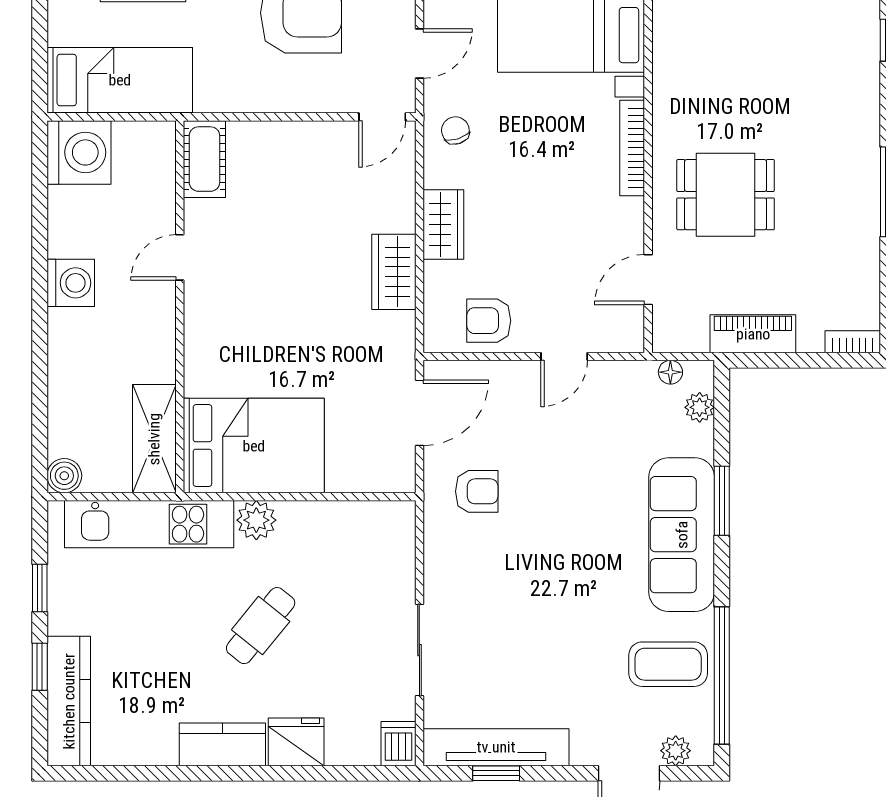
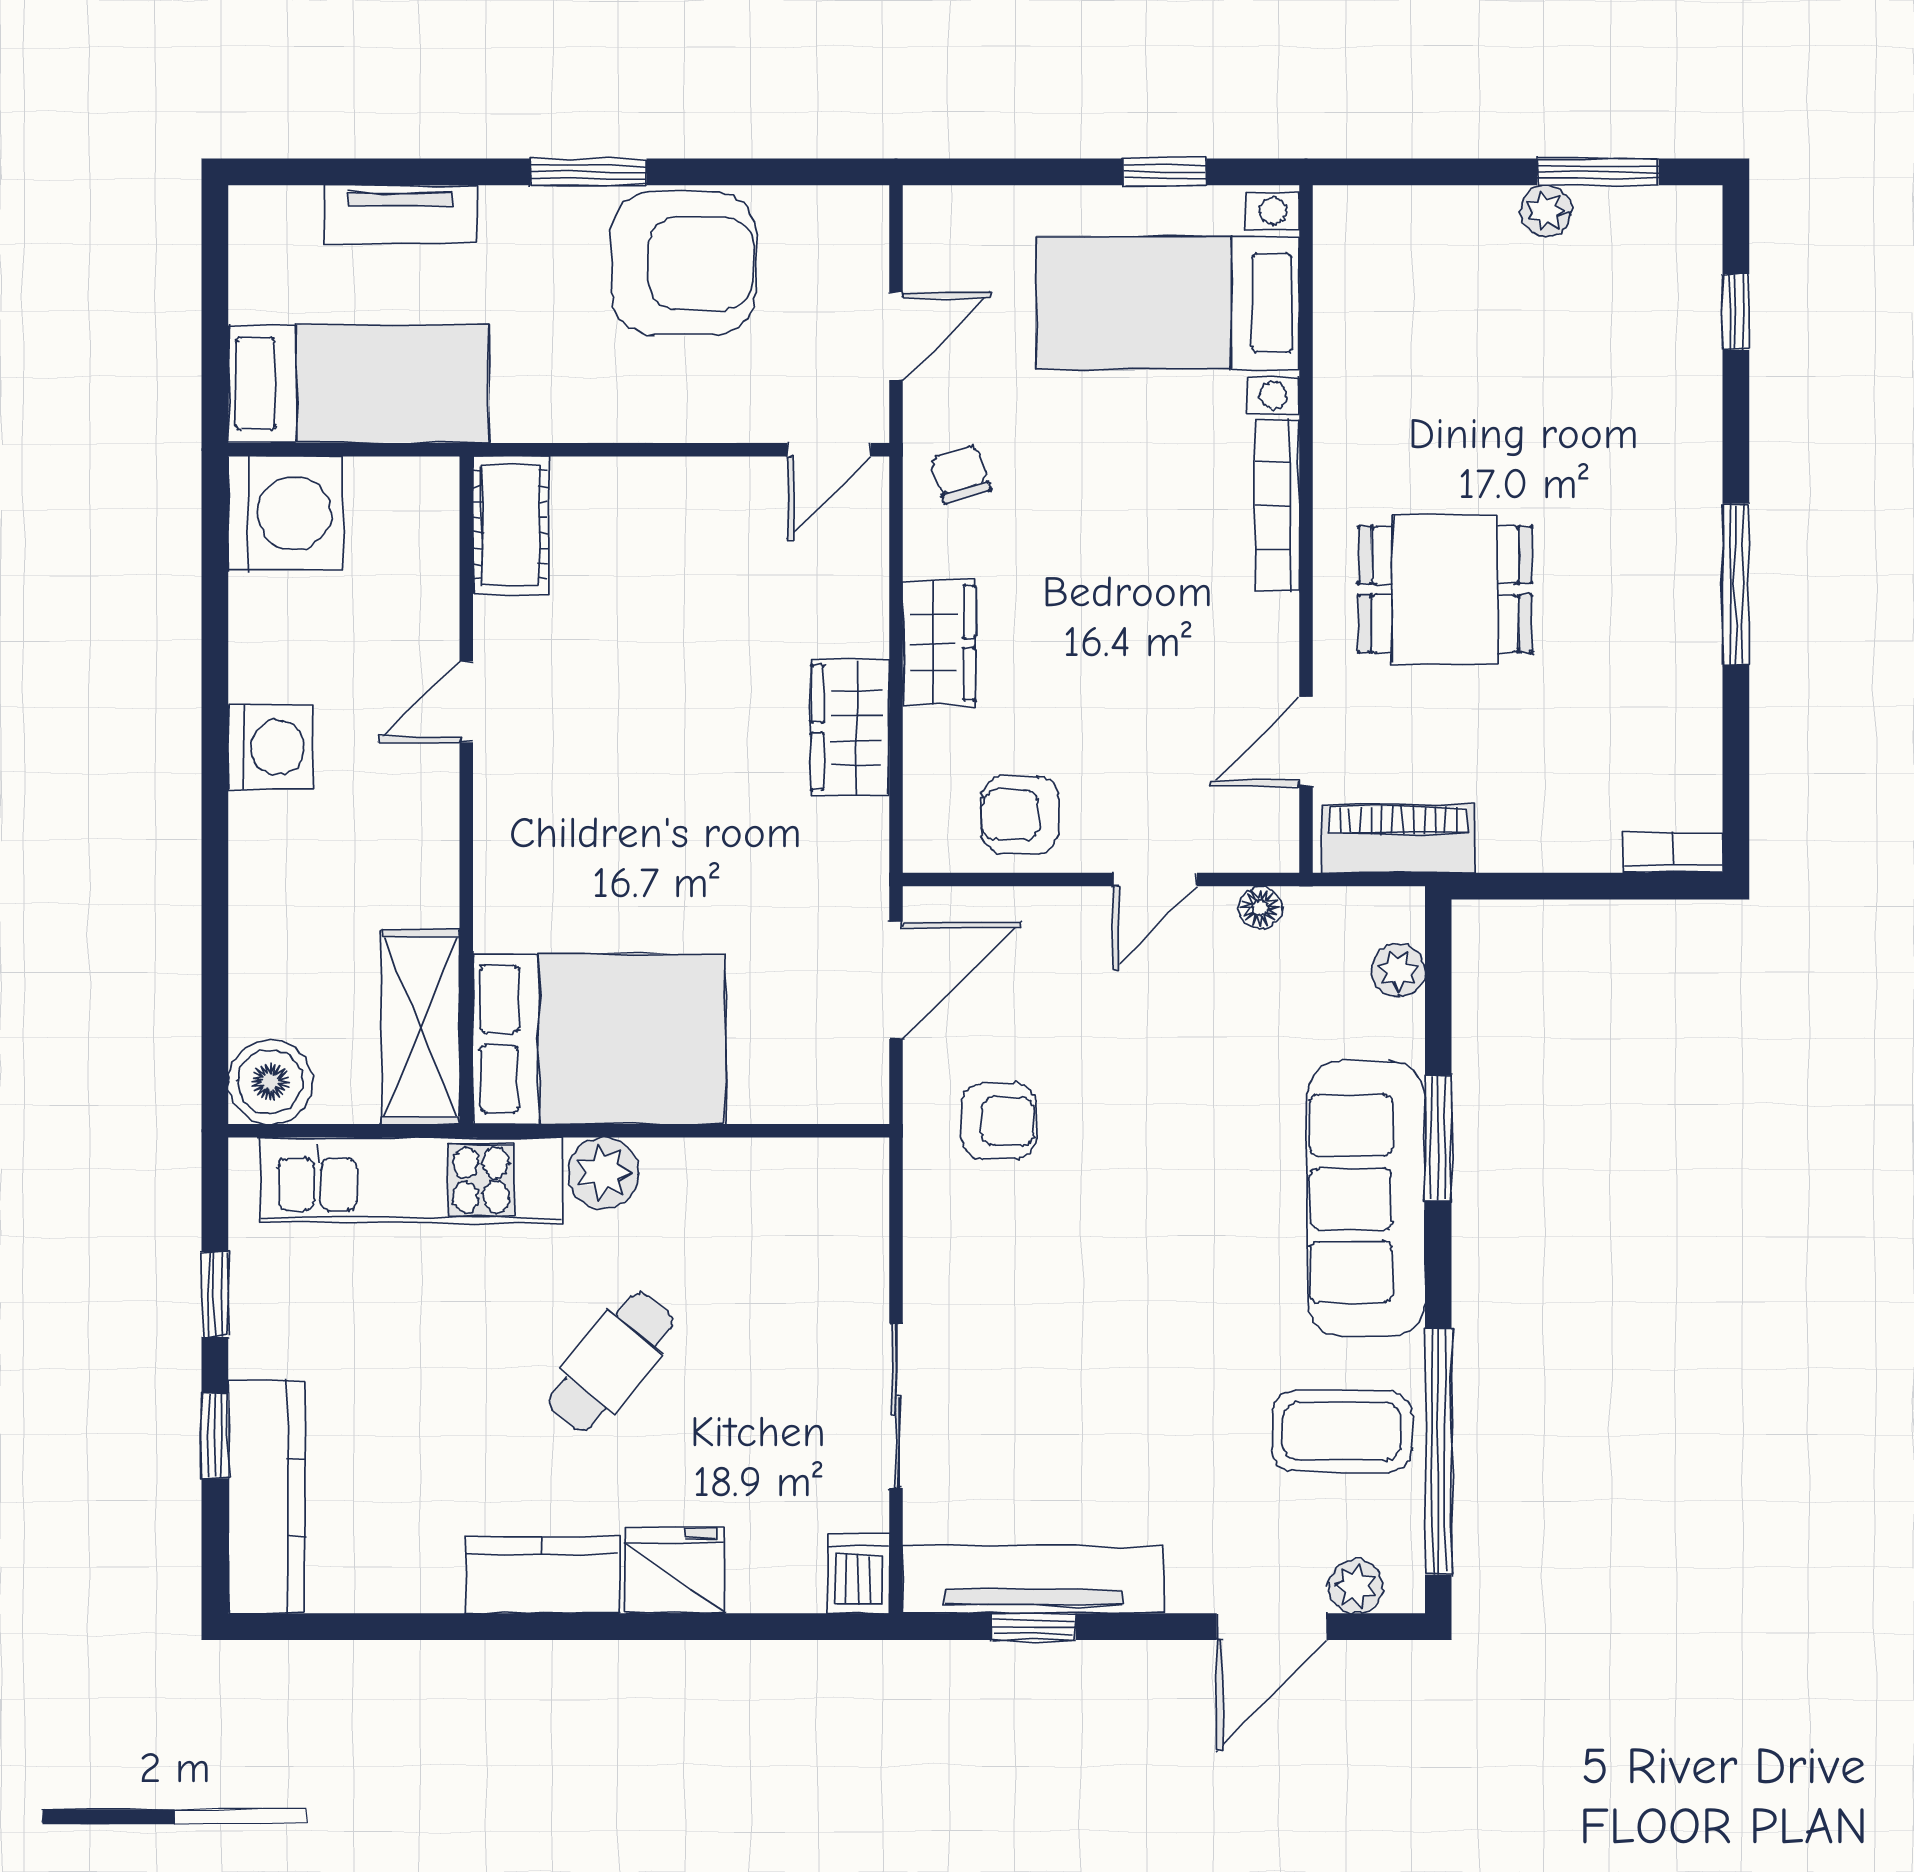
piano: (753, 334) -> (1398, 839), moved
floor lamp: (670, 372) -> (1260, 908), moved
boiler: (64, 476) -> (270, 1082), width x1.36, depth x1.36

